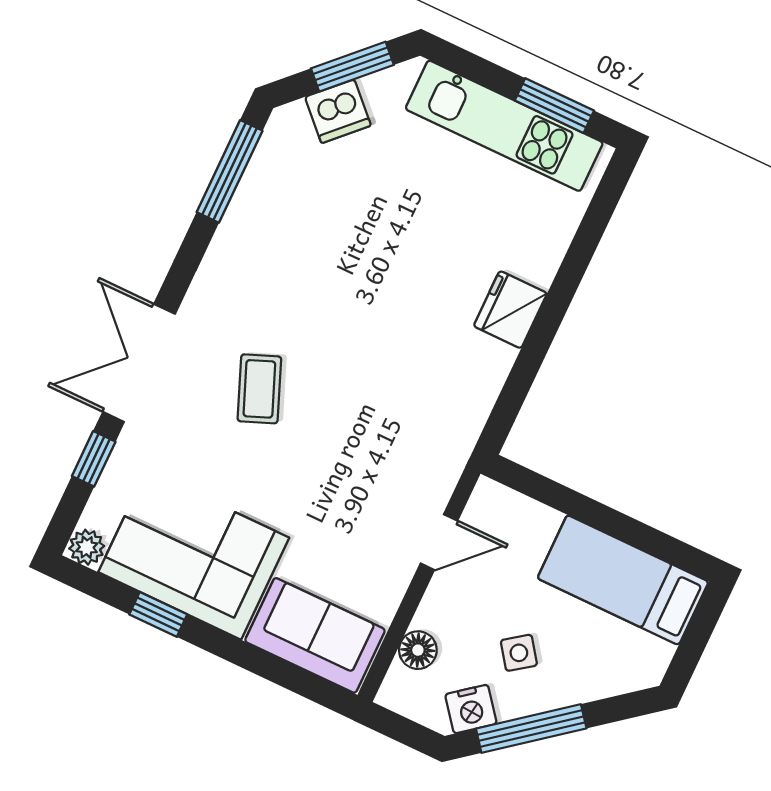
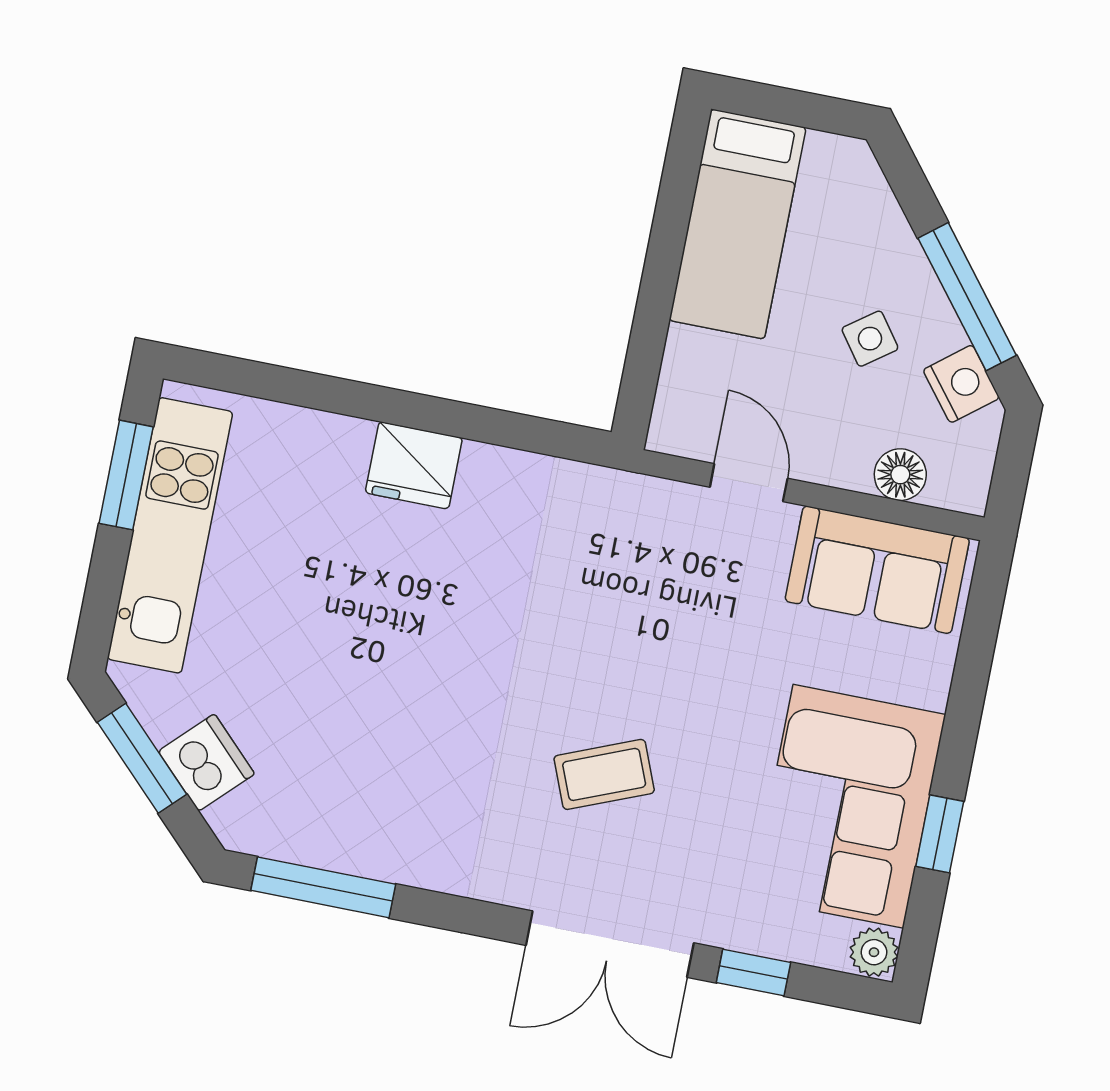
sofa: (315, 635) -> (877, 570), moved, turned -90

